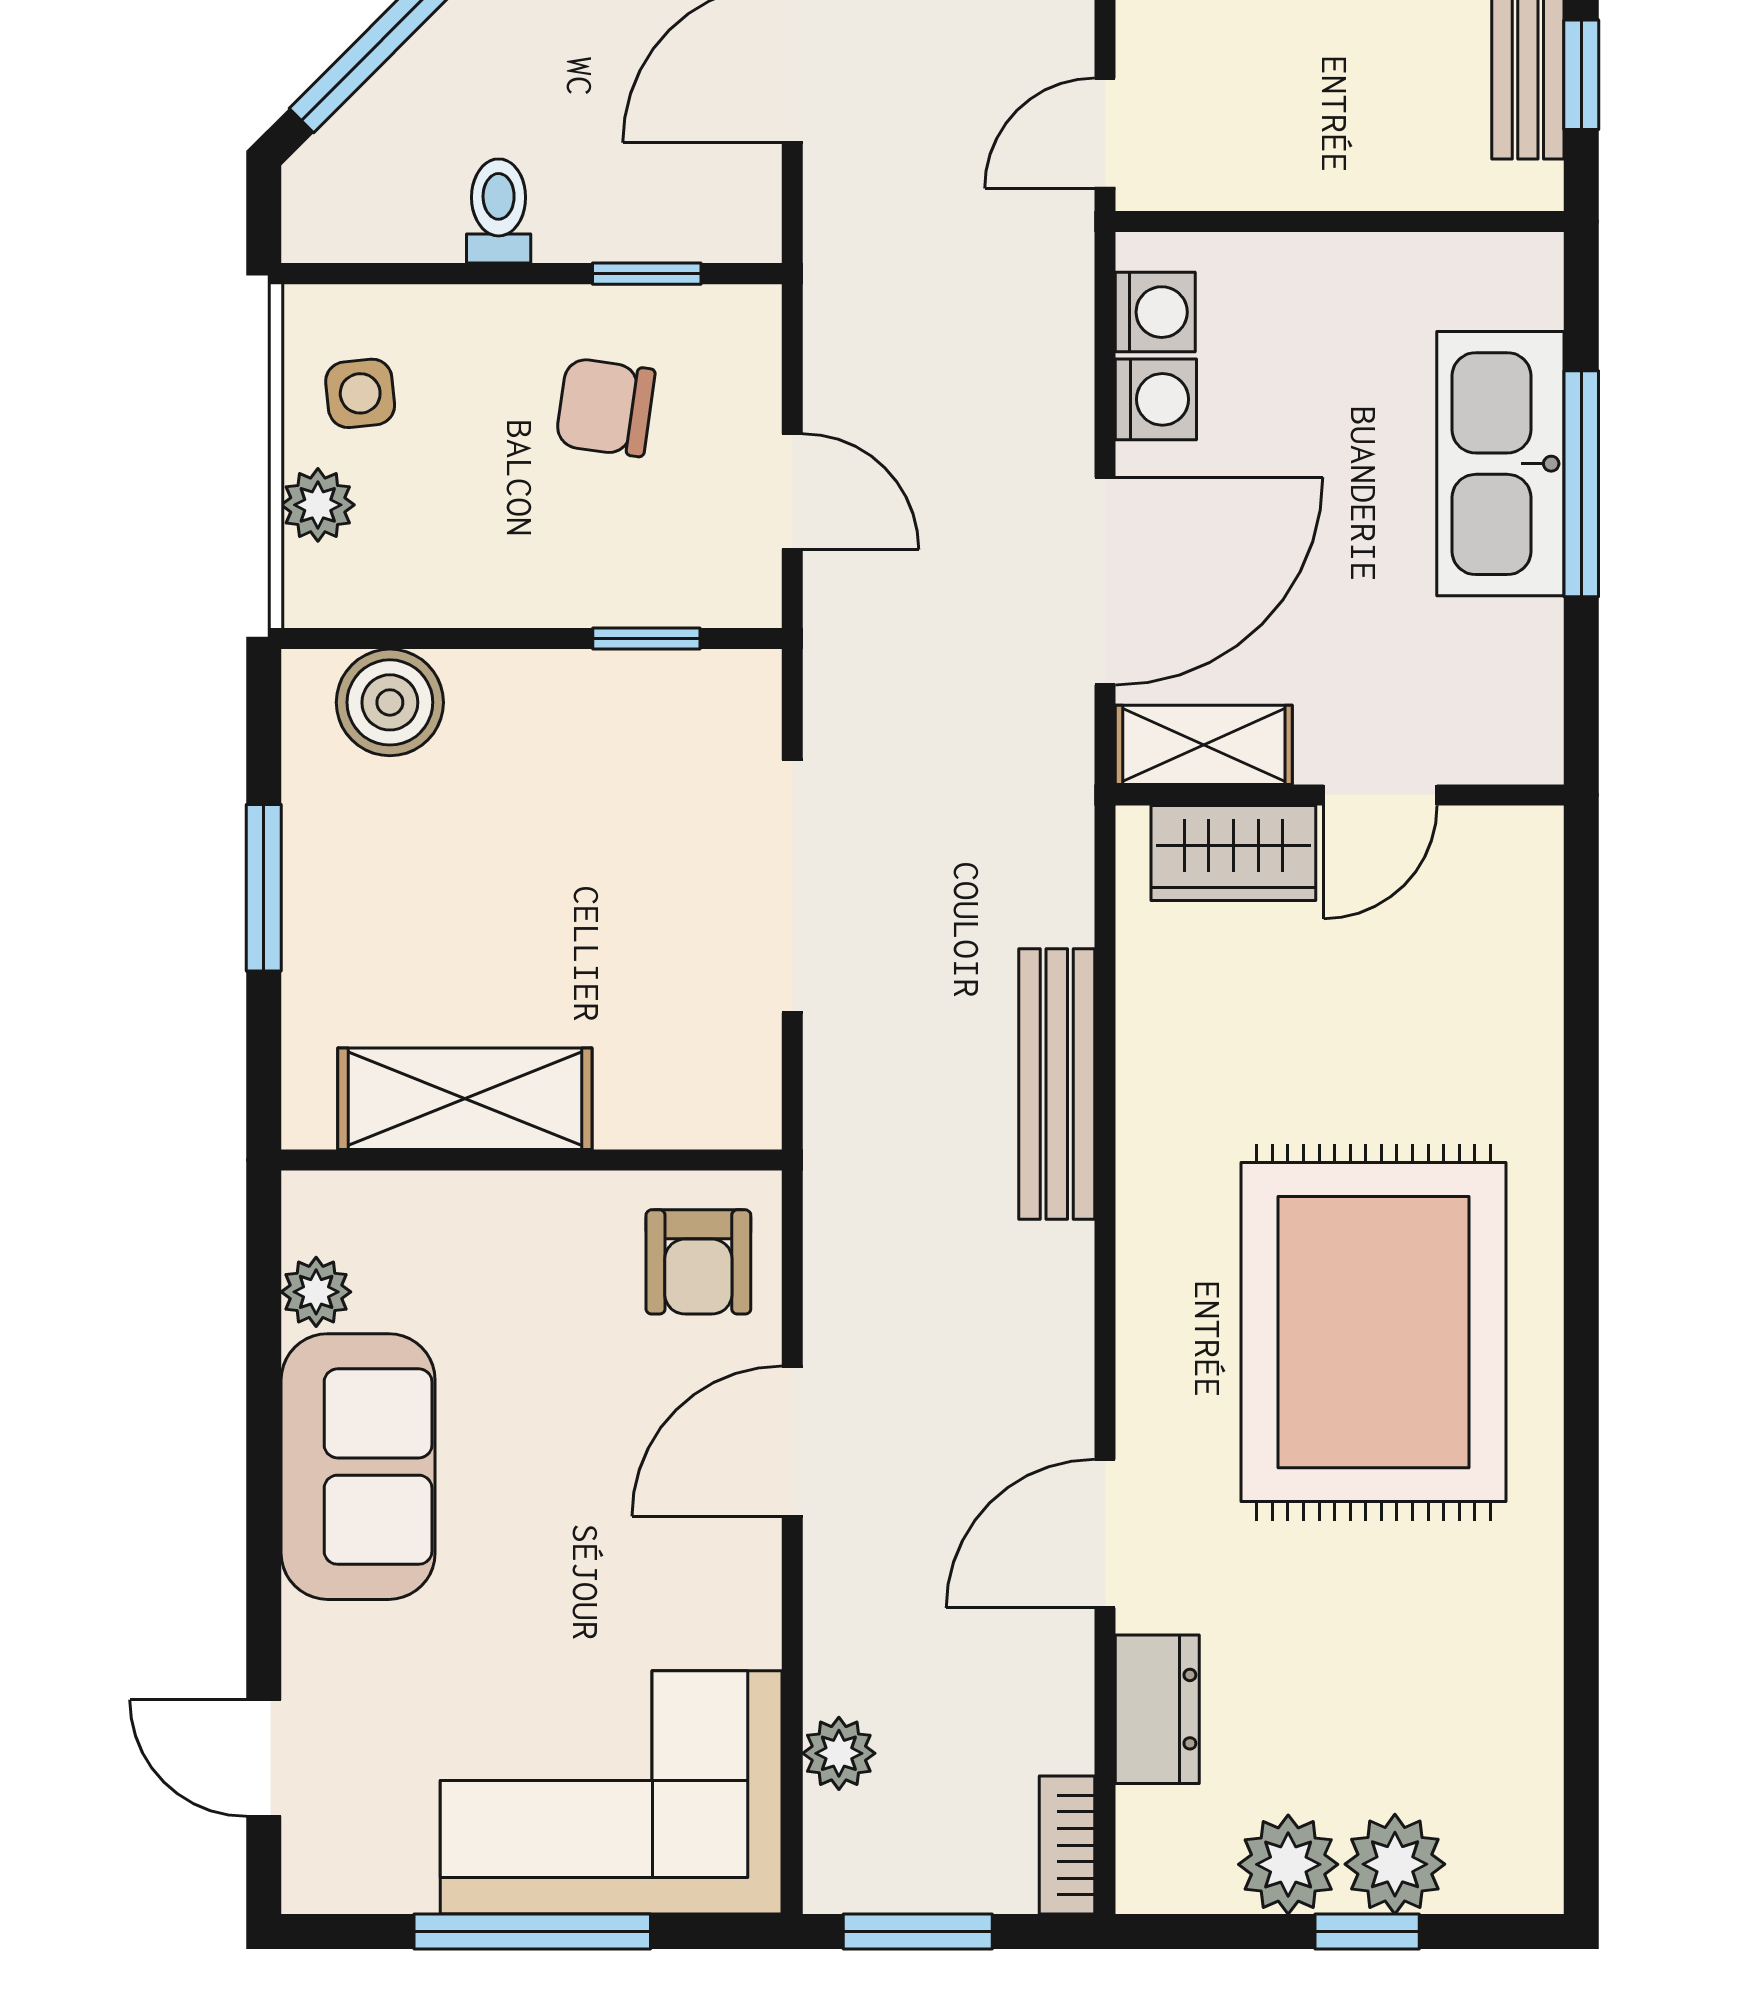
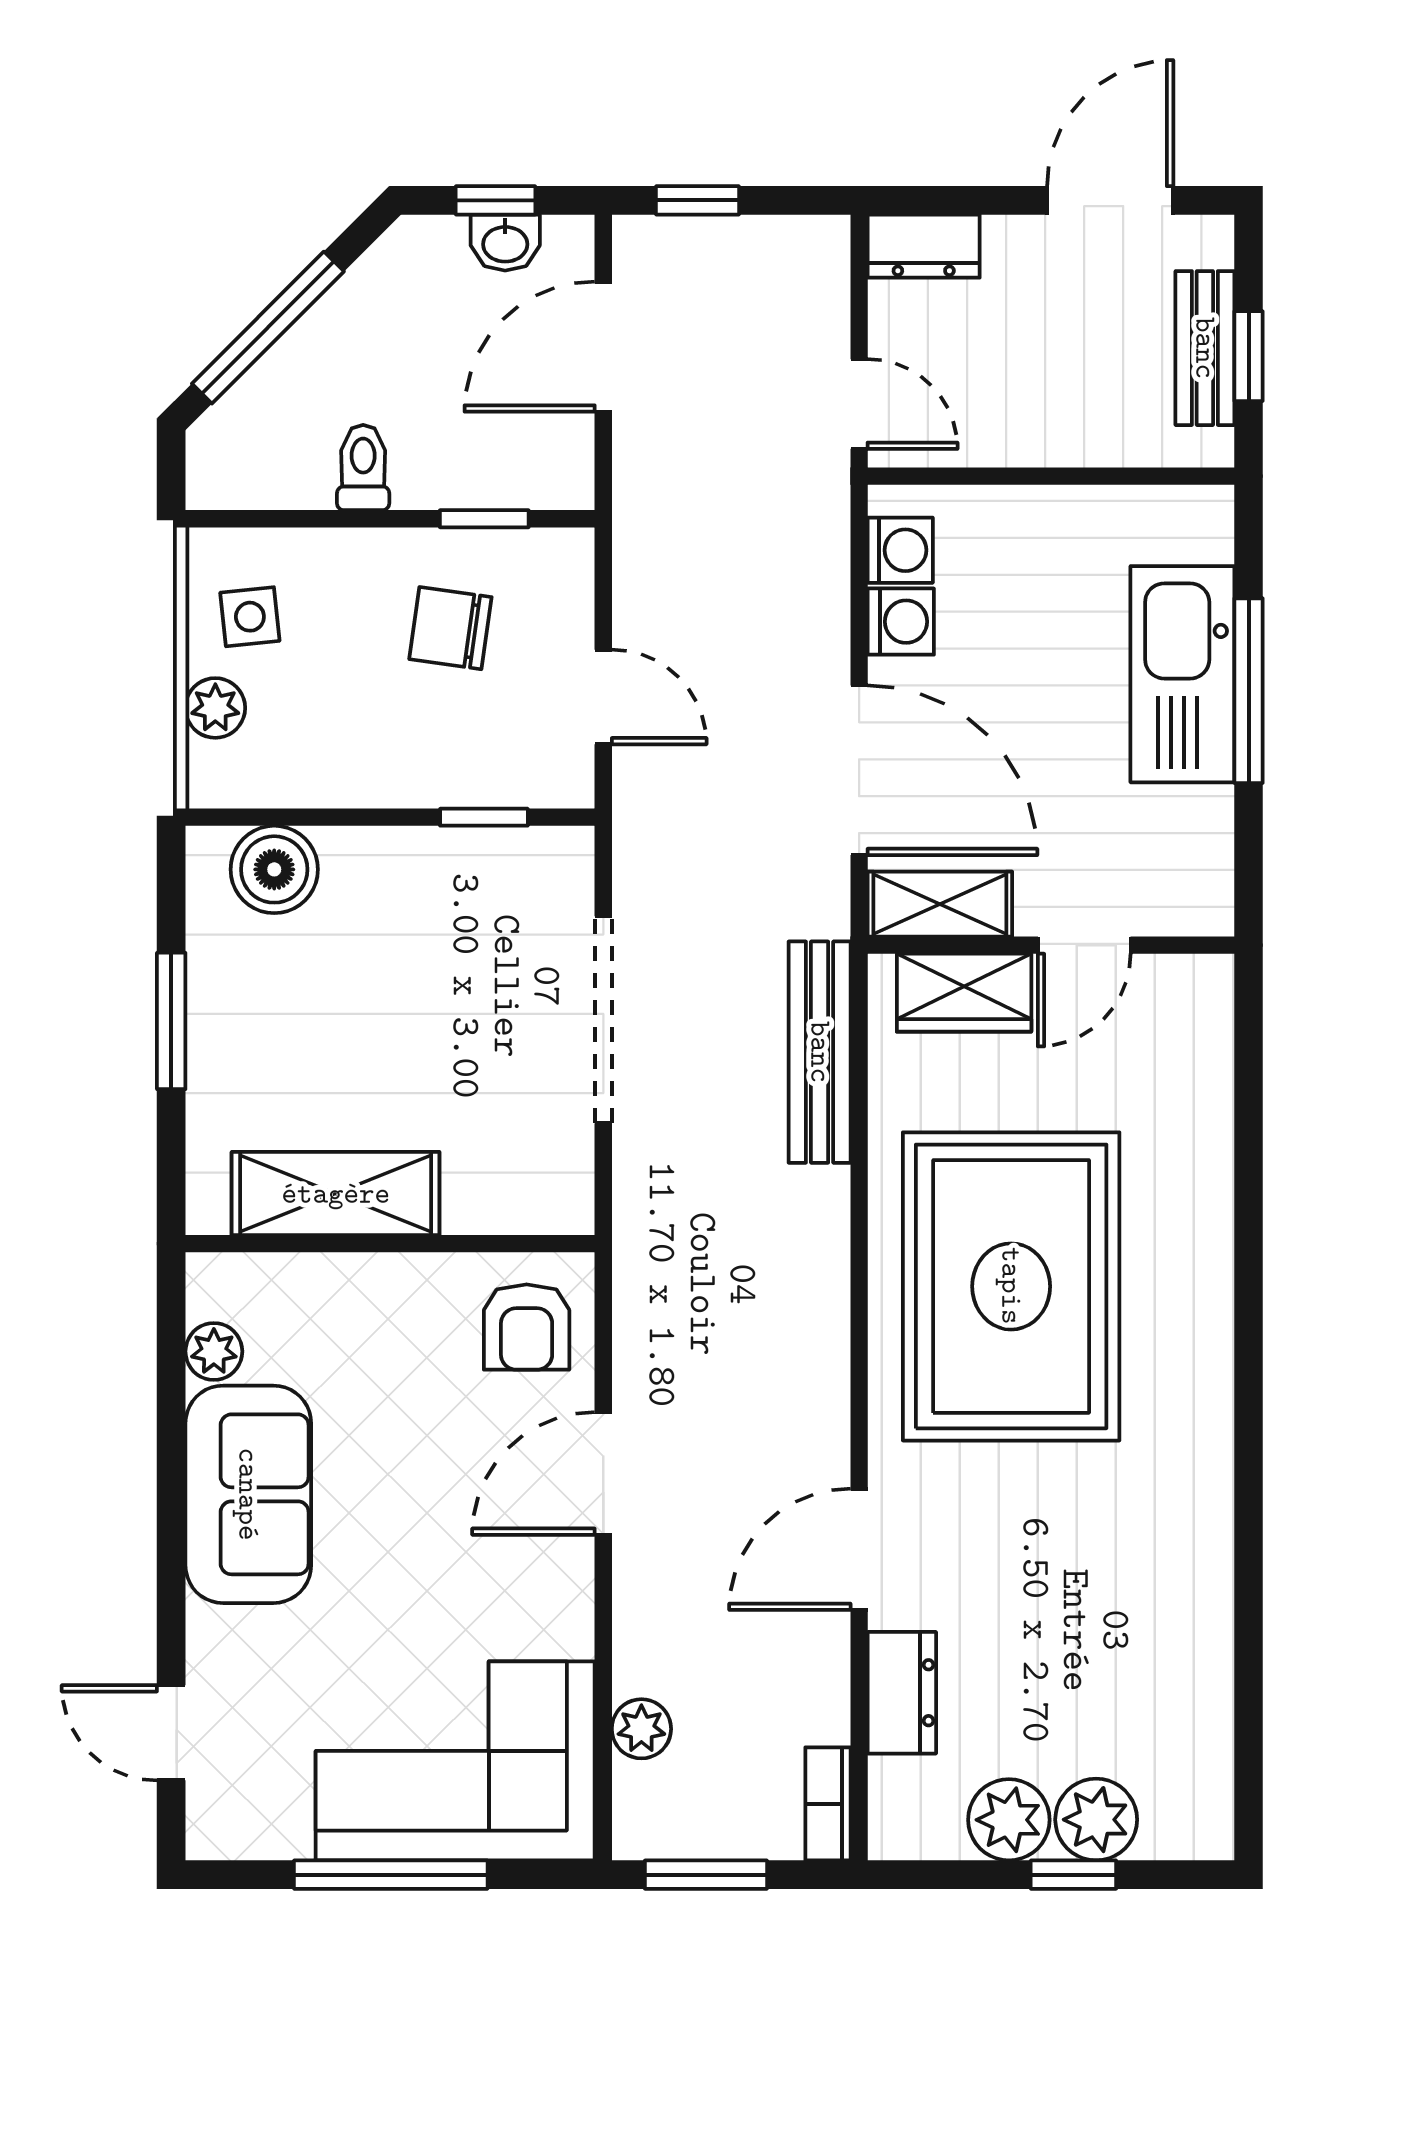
door: (1105, 133) -> (859, 404), swing flipped
door: (1105, 581) -> (859, 770), hinge flipped
bench: (1057, 1084) -> (820, 1052), moved
rug: (1374, 1332) -> (1011, 1286), moved

